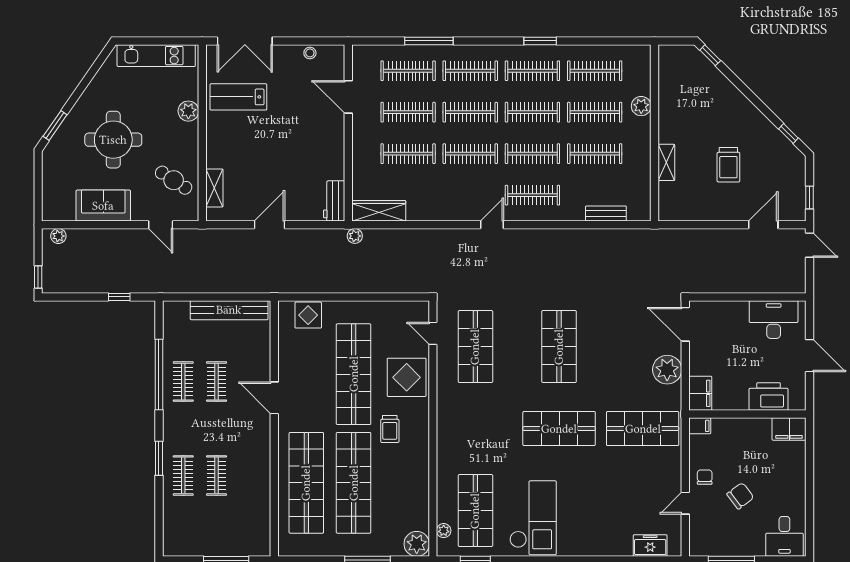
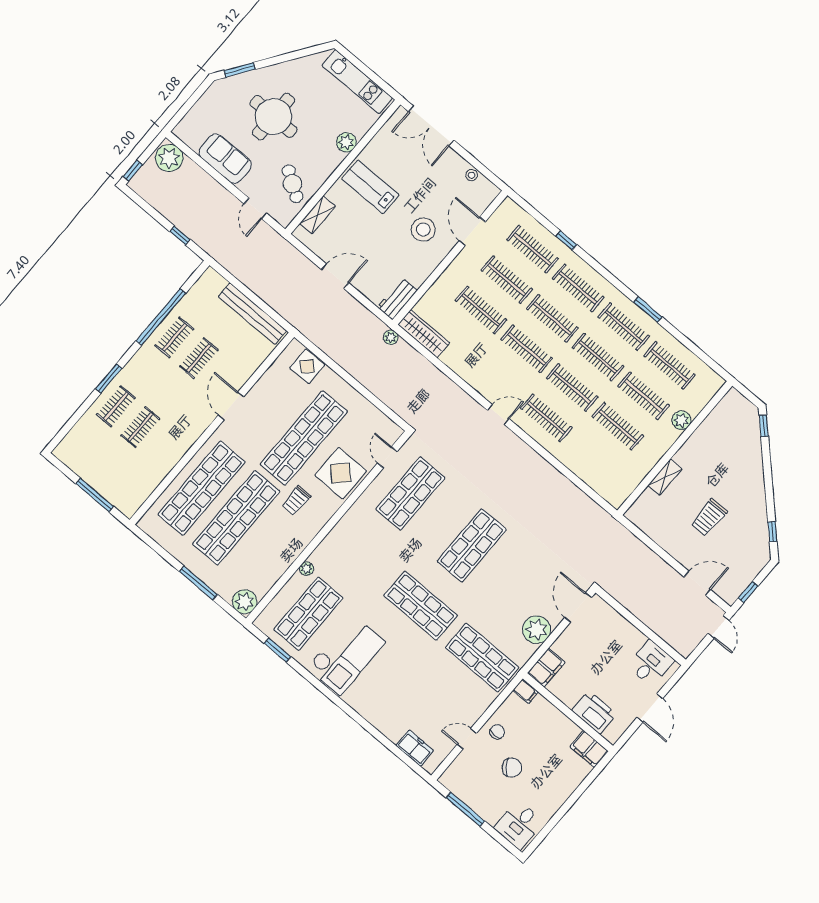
window: (429, 41) -> (566, 240), width x0.46
lab bench: (238, 97) -> (370, 187), moved
stool: (308, 129) -> (423, 230), added
bench: (606, 213) -> (589, 477), removed
plant: (58, 236) -> (169, 158), width x1.87, depth x1.87
desk: (774, 320) -> (651, 663), width x0.73
plant: (444, 531) -> (306, 569), moved

